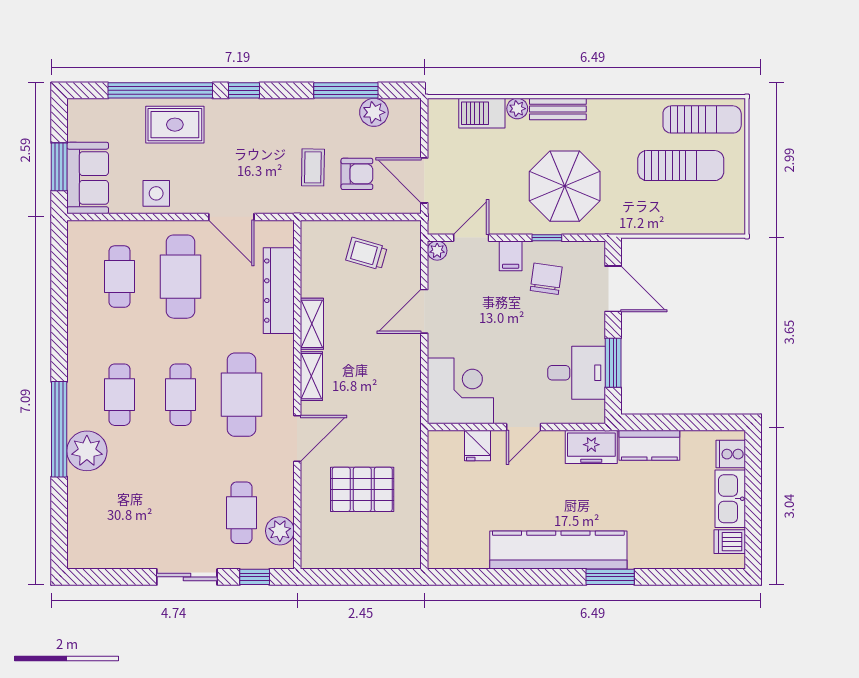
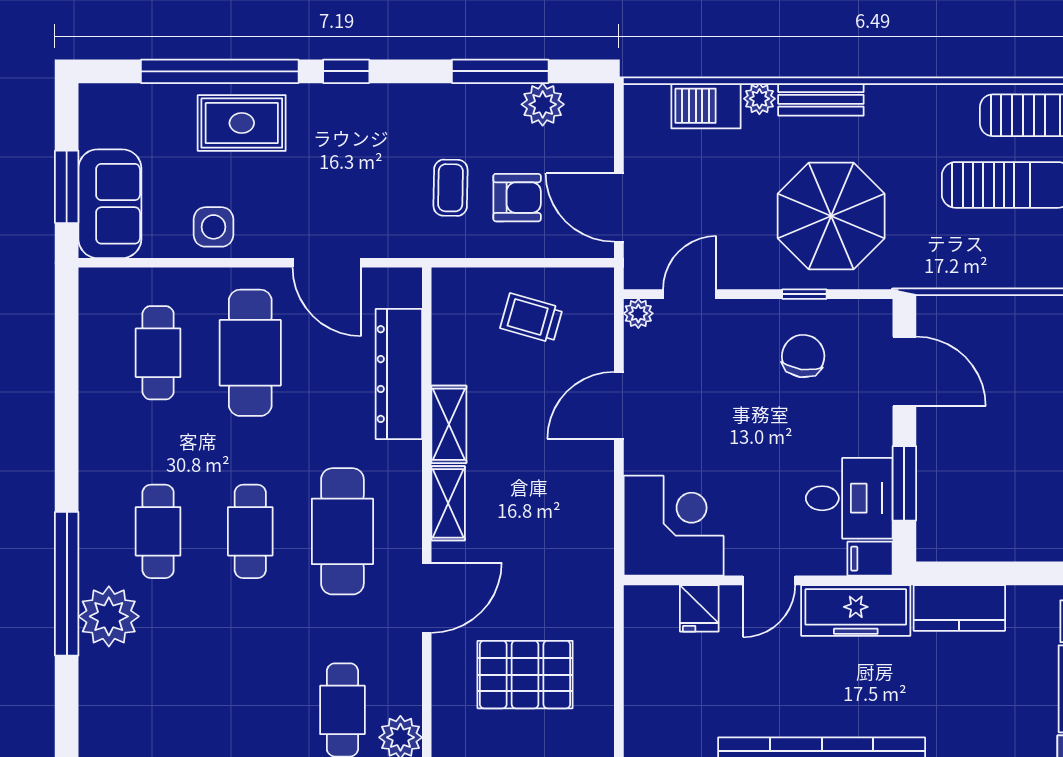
filing cabinet: (511, 256) -> (870, 559), moved, turned 90
freezer: (591, 447) -> (856, 610), width x1.40

